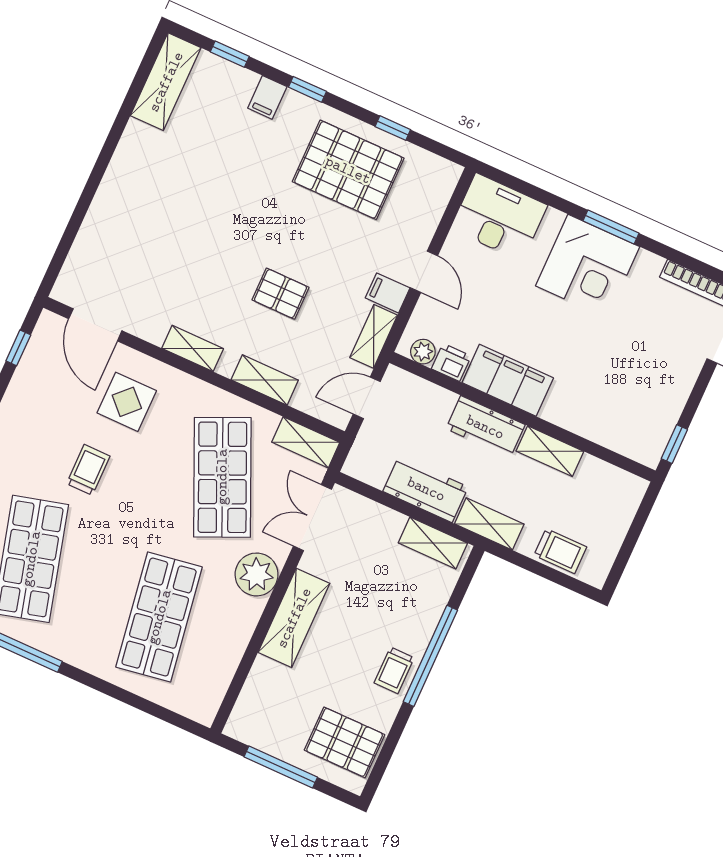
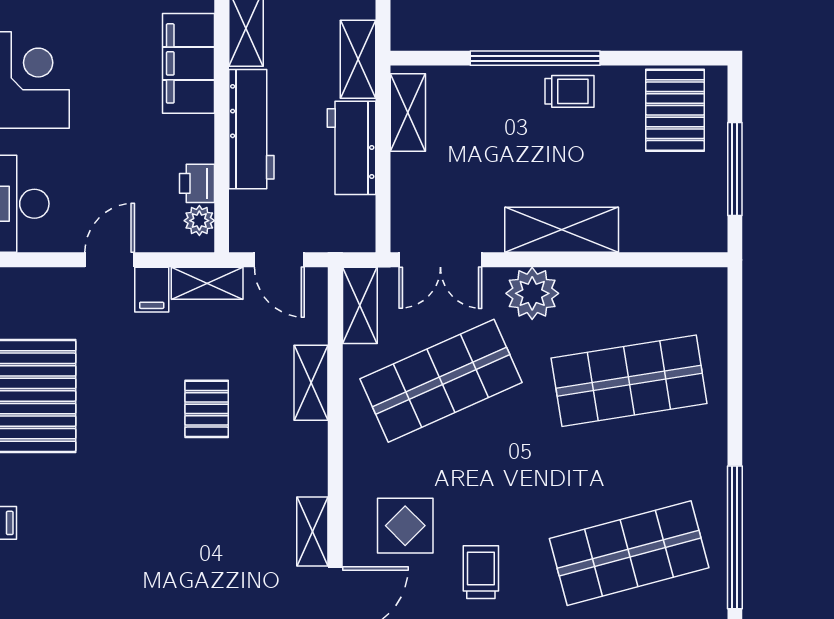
shelving: (193, 348) -> (312, 532), moved
filing cabinet: (508, 380) -> (188, 63), moved
workbench: (485, 427) -> (251, 129), width x1.38
trolley: (88, 470) -> (481, 572), moved, turned 90

